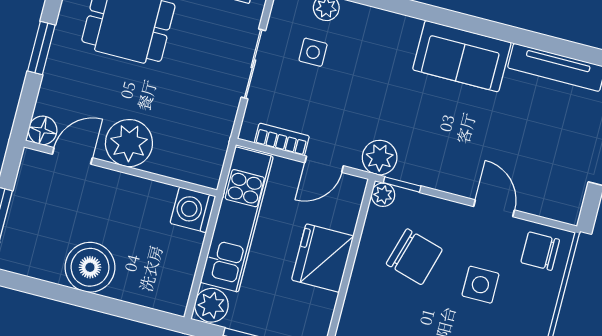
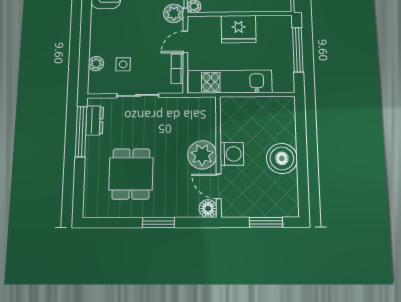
door: (324, 164) -> (185, 42), swing flipped
washing machine: (193, 210) -> (232, 154), moved, turned -90
plant: (211, 305) -> (283, 83), removed

